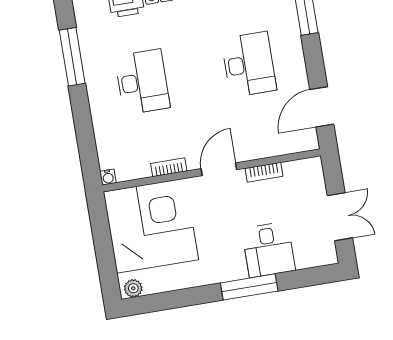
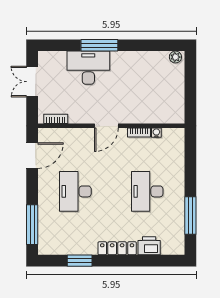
bookcase: (264, 172) -> (56, 119), moved
water cooler: (108, 177) -> (156, 133), moved
corner desk: (151, 226) -> (157, 96), removed
desk: (269, 250) -> (88, 68), width x1.37

